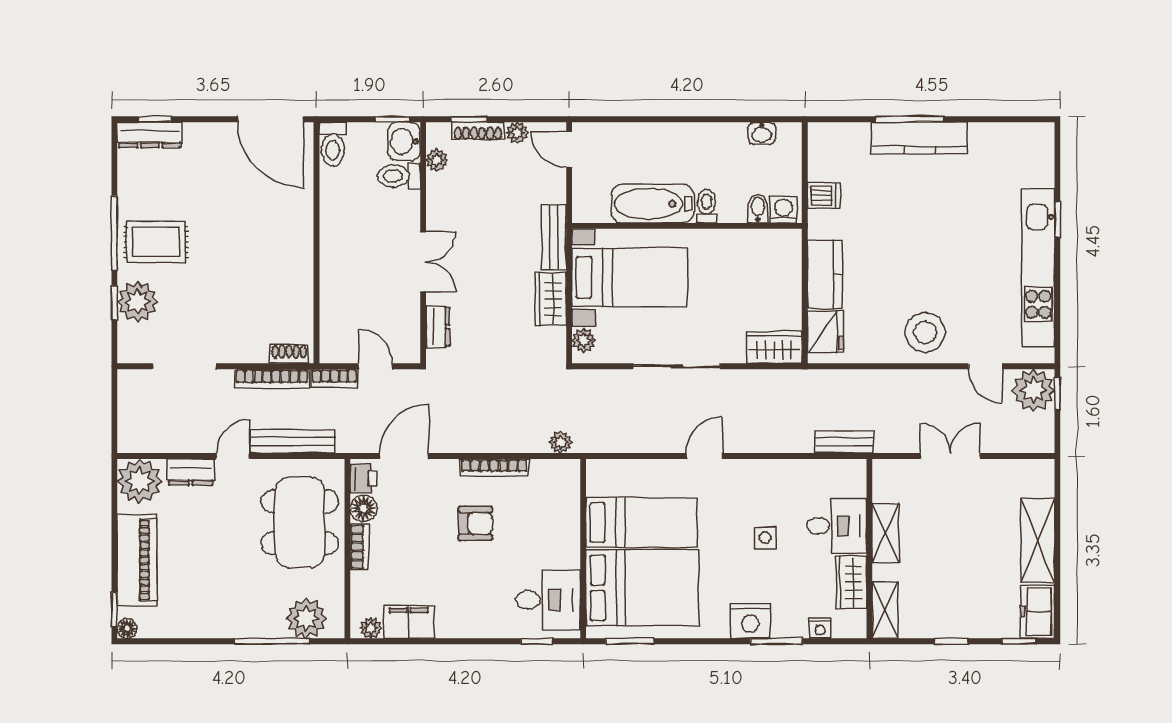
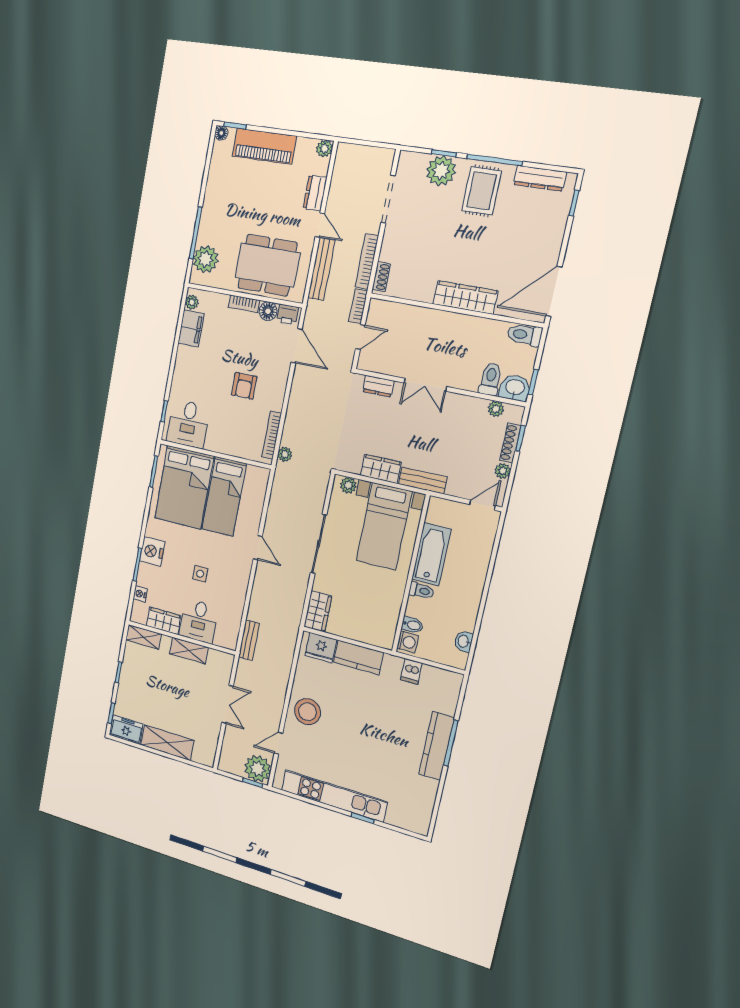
dresser: (150, 135) -> (540, 178), moved, turned -90
wardrobe: (298, 233) -> (465, 297), added
bookcase: (494, 468) -> (272, 435), moved
plant: (140, 481) -> (324, 148), width x0.53, depth x0.53

